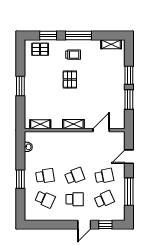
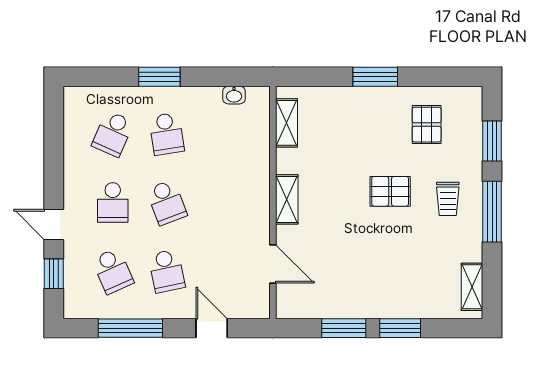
pallet: (40, 49) -> (427, 125), moved

